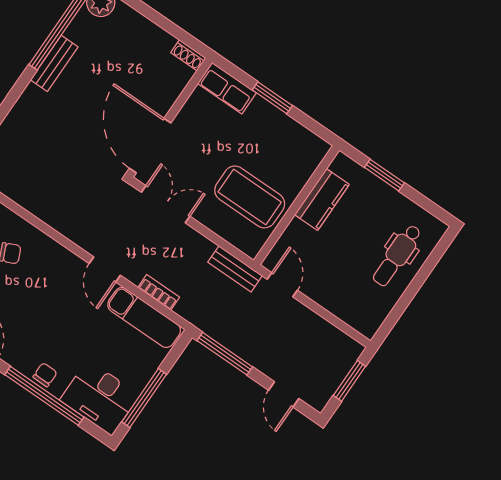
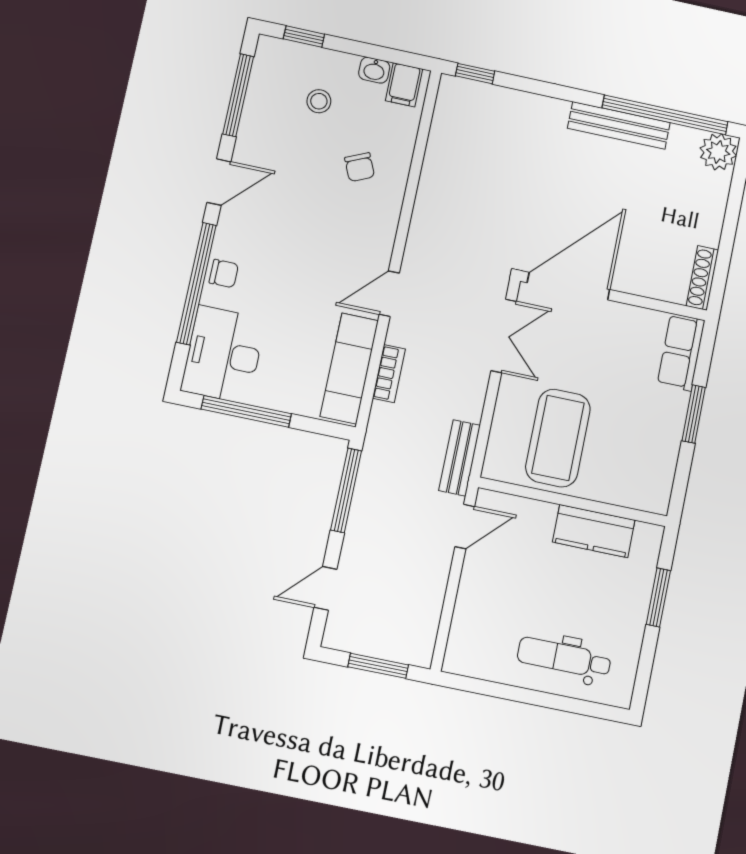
shoe rack: (188, 55) -> (702, 278), width x1.43
bench: (54, 63) -> (619, 125), width x1.36

